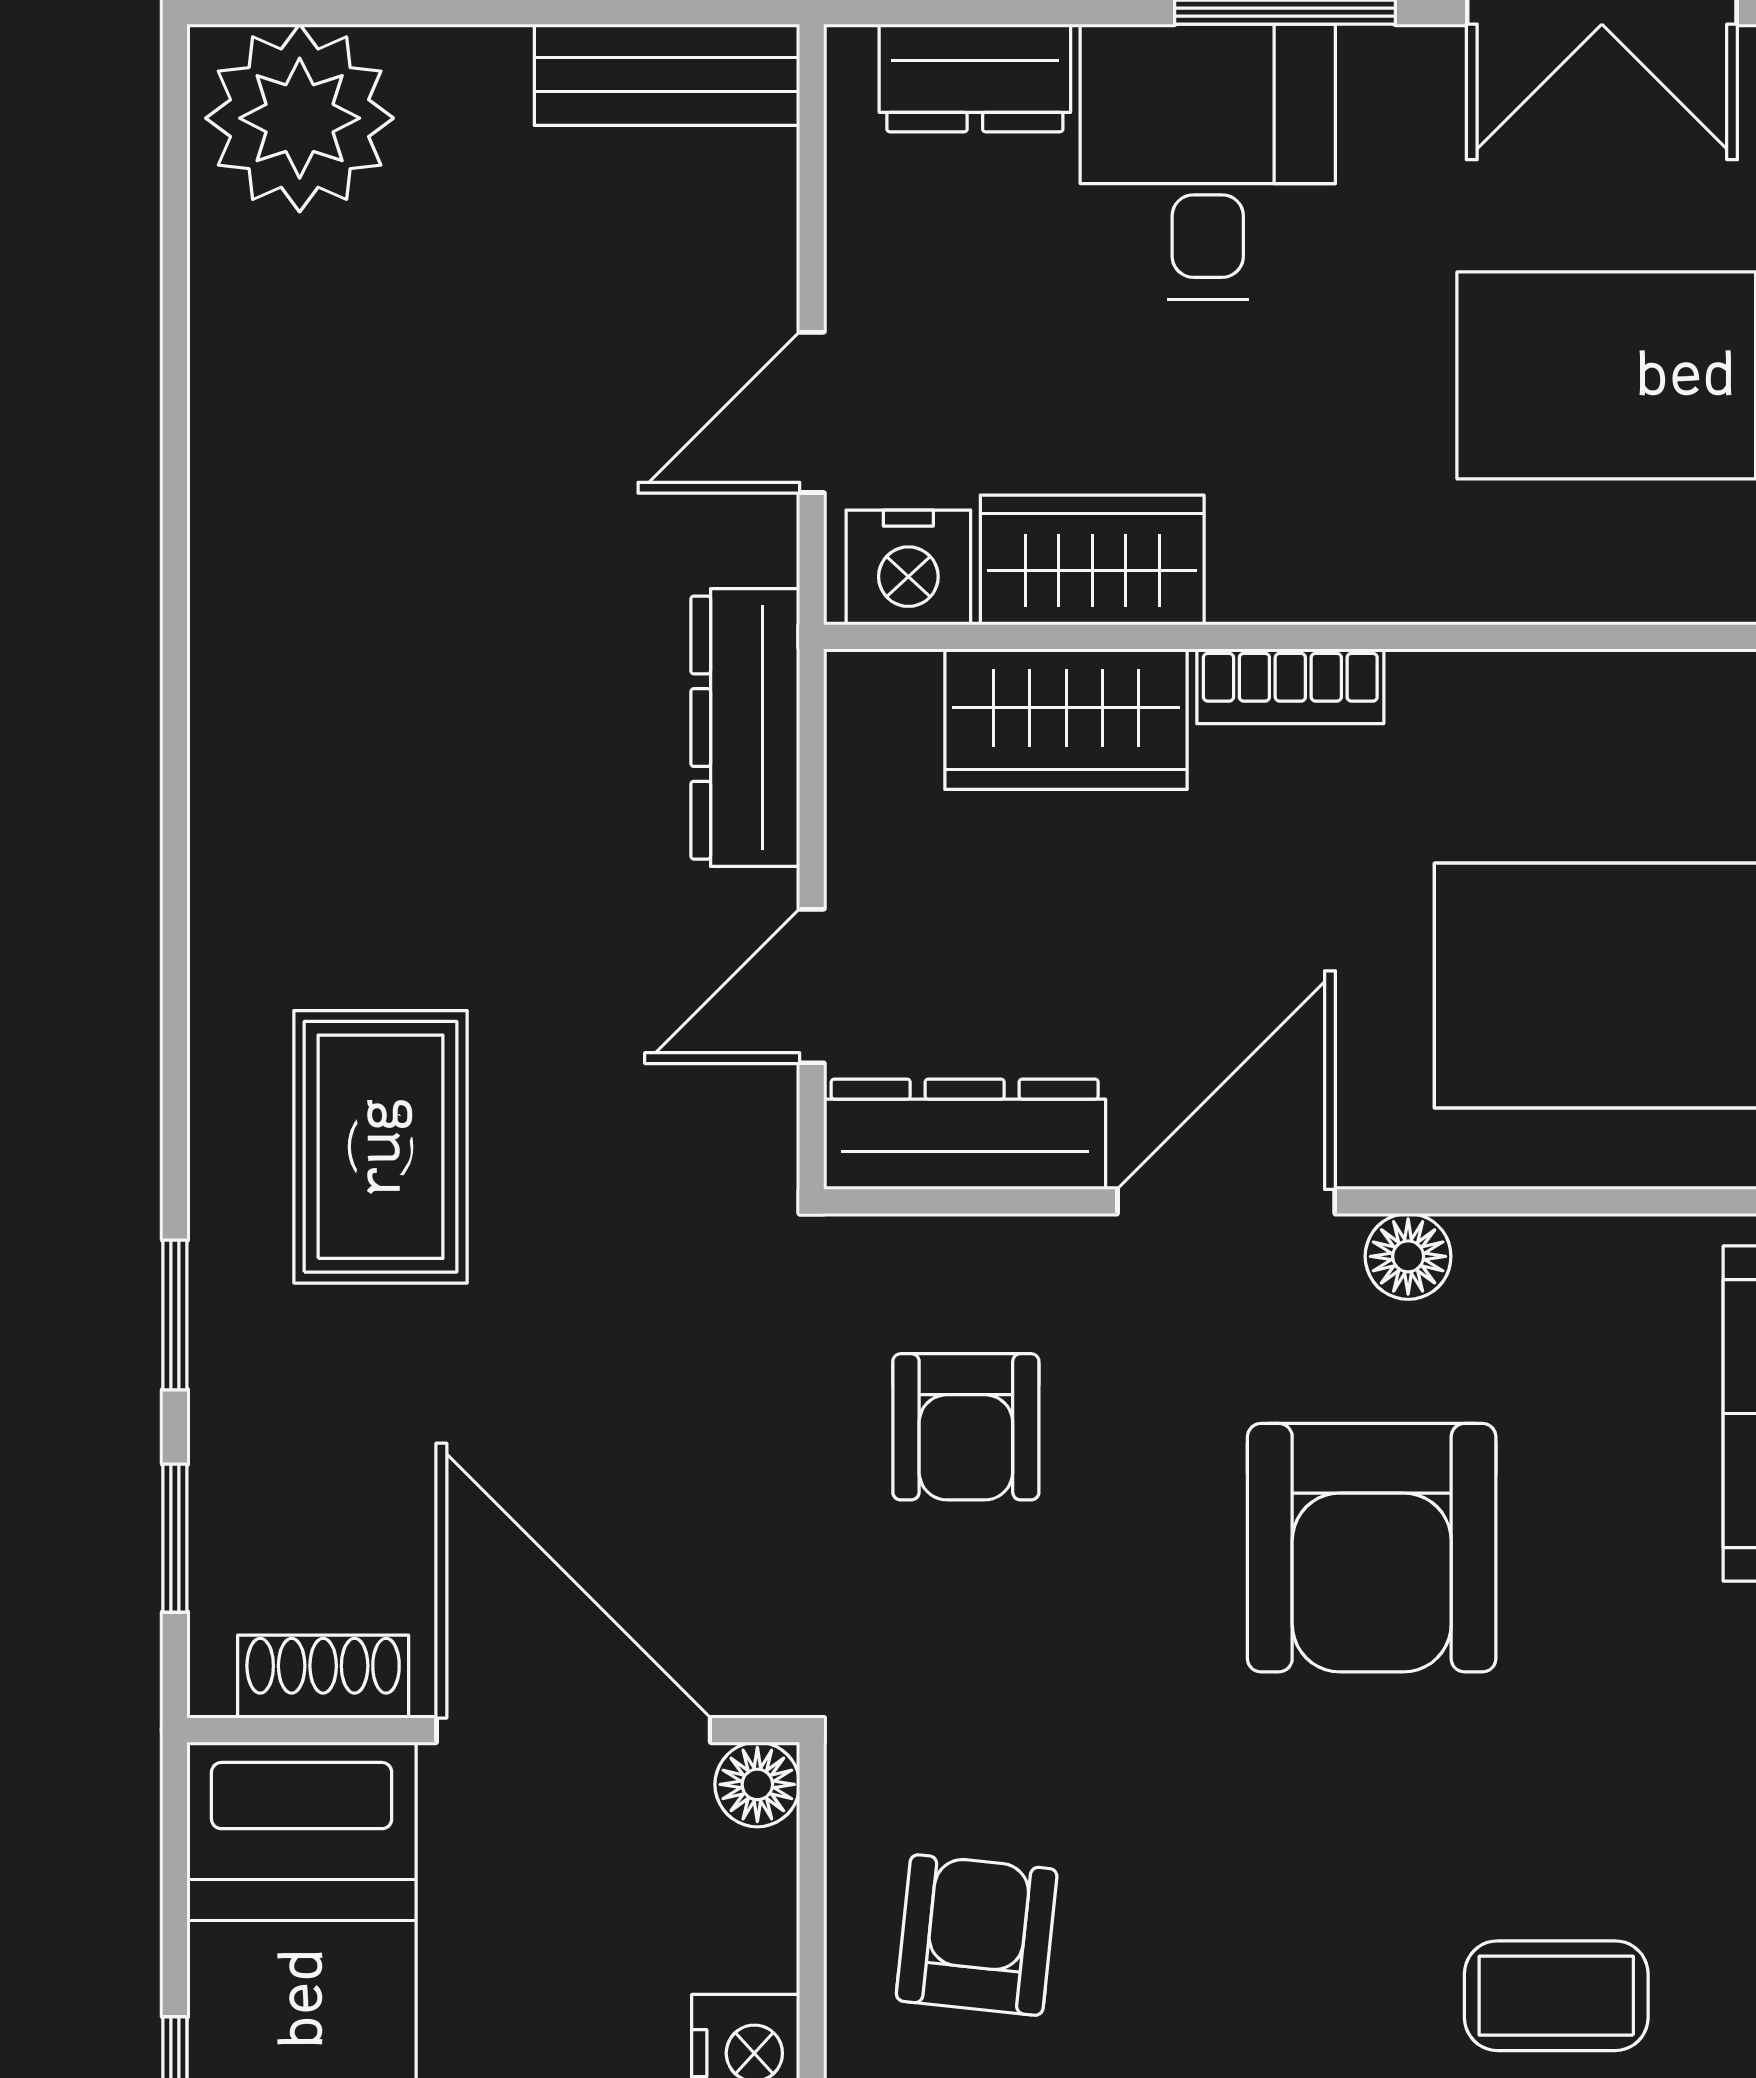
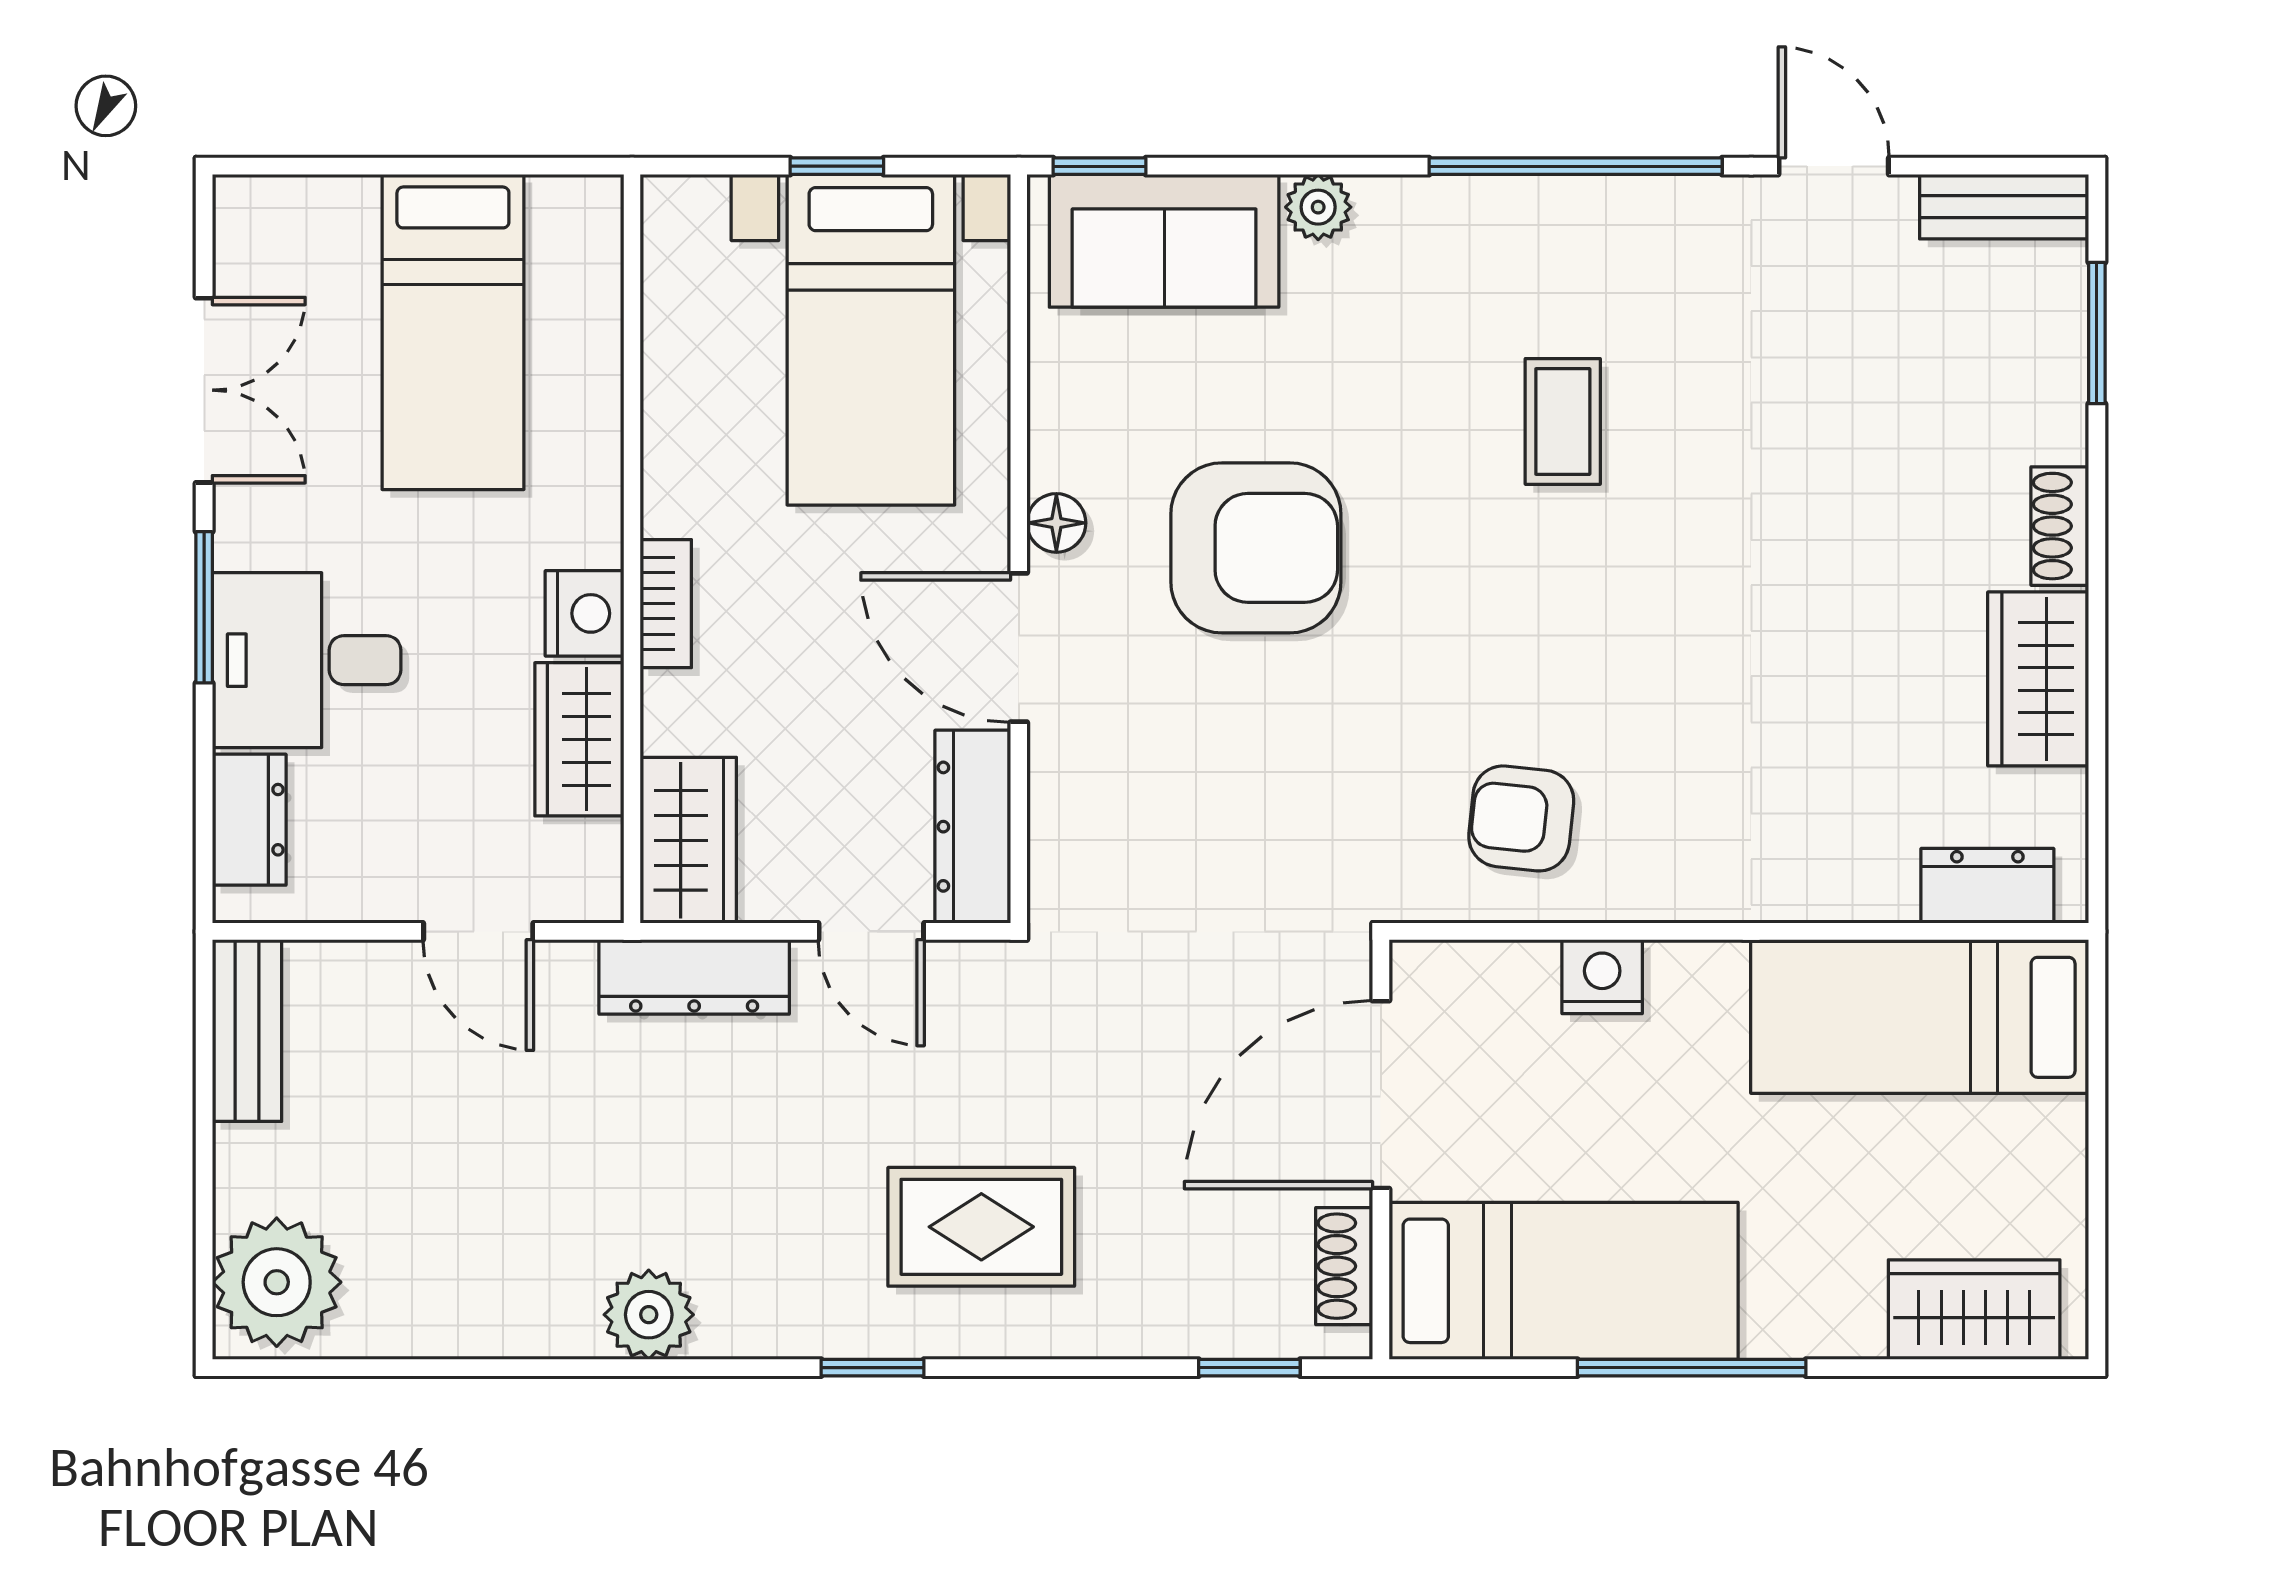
nightstand: (908, 567) -> (584, 613), moved
plant: (252, 661) -> (649, 1315), added
wardrobe: (1066, 719) -> (688, 840), moved
window: (175, 1315) -> (872, 1368), moved
armchair: (966, 1427) -> (1173, 826), removed
floor lamp: (757, 1784) -> (1418, 969), removed

